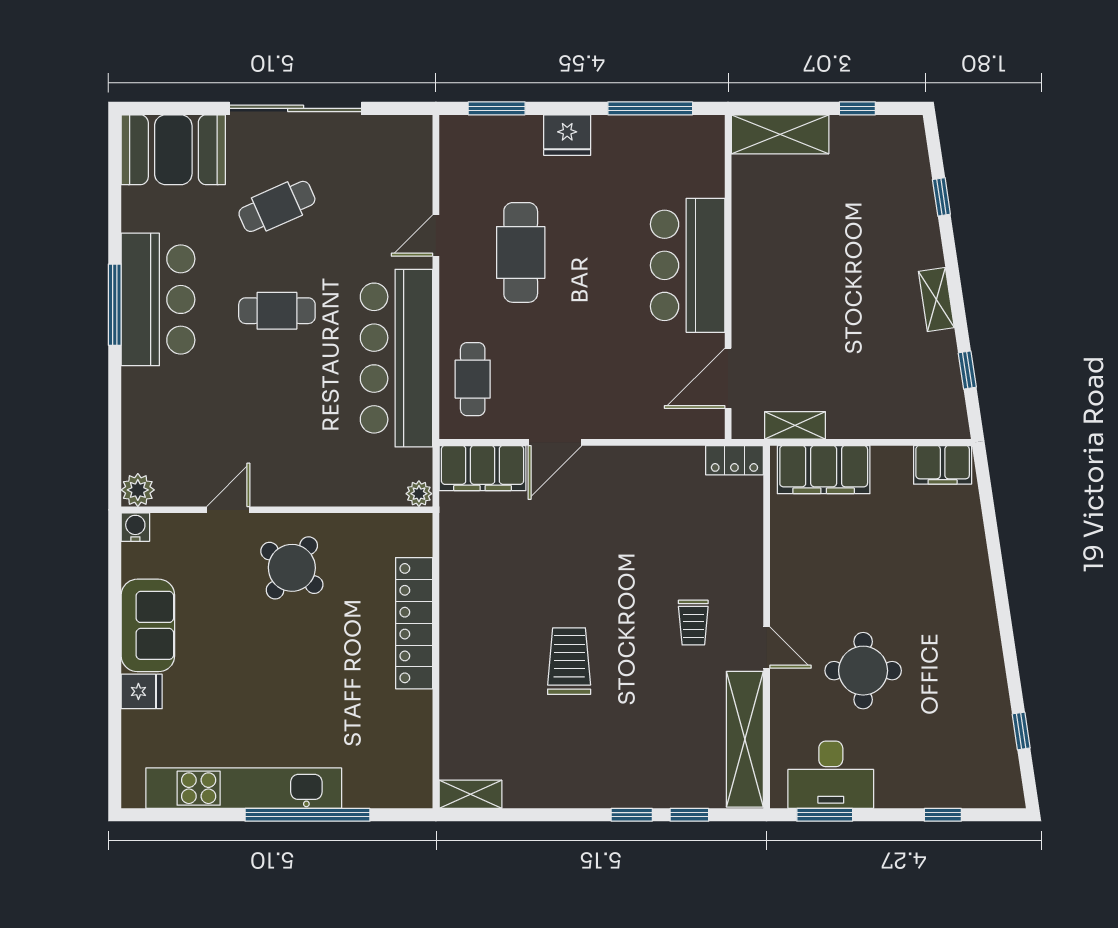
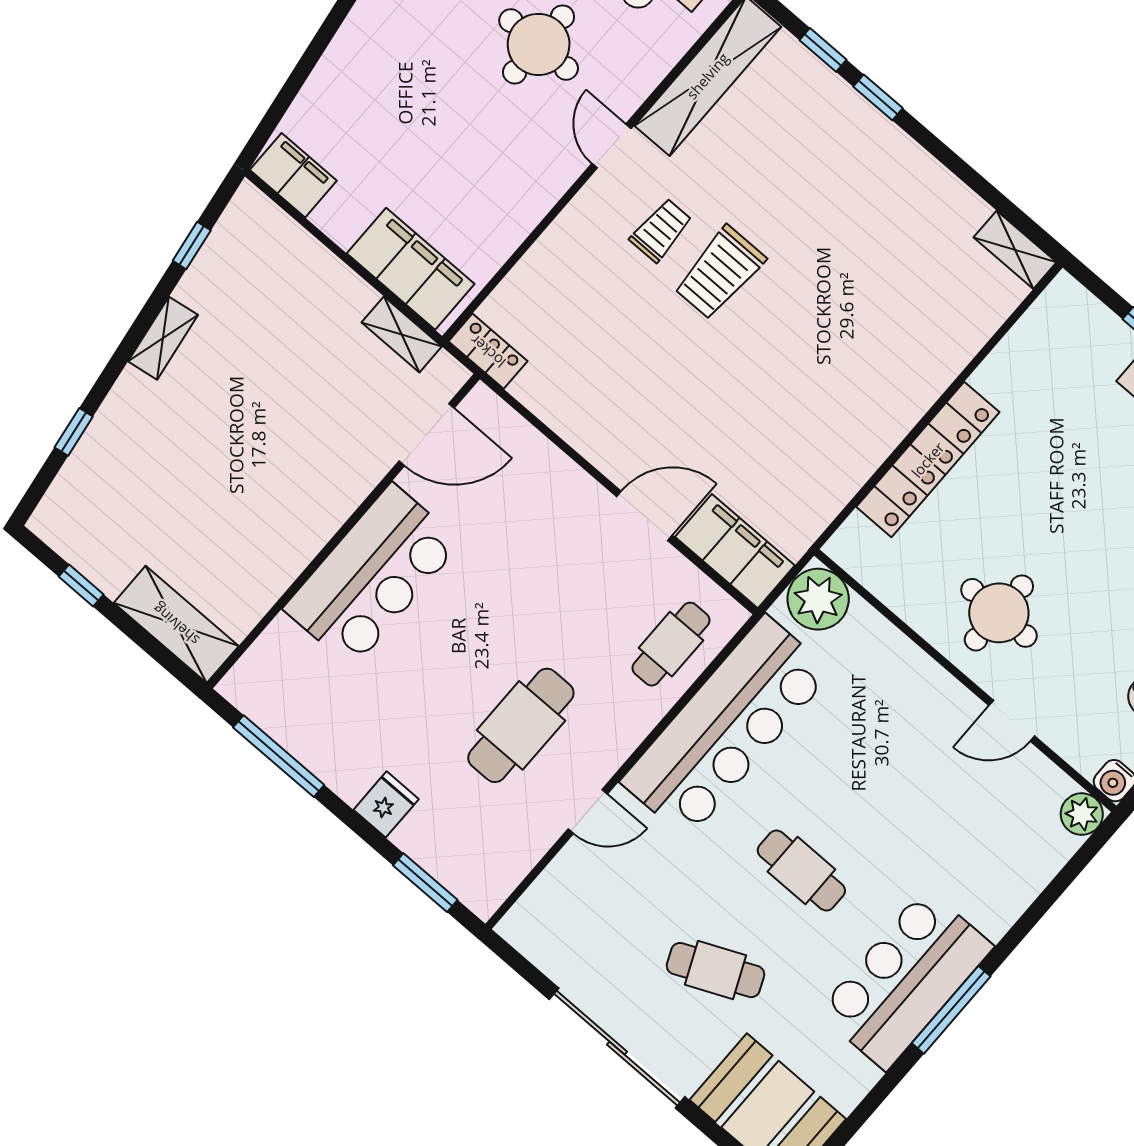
fridge: (567, 135) -> (386, 804), width x0.72
plant: (419, 494) -> (818, 599), width x1.87, depth x1.87
round table: (292, 568) -> (999, 613), turned -37
trolley: (569, 661) -> (720, 273), moved

